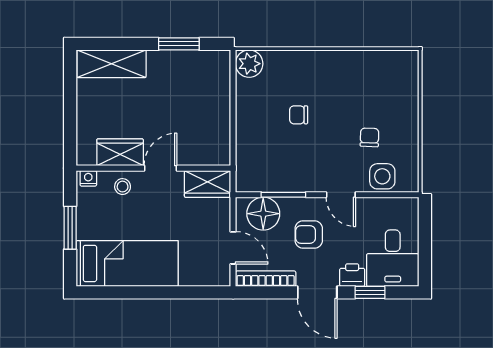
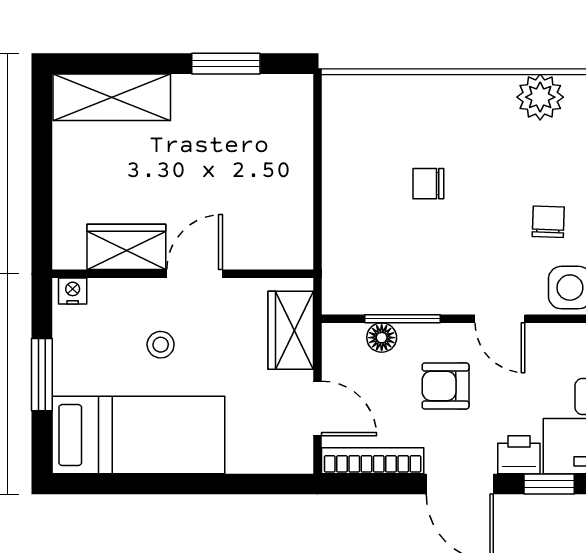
plant: (249, 64) -> (540, 97), moved
wardrobe: (208, 184) -> (291, 330), moved, turned 90
stool: (123, 187) -> (161, 345), moved
floor lamp: (263, 214) -> (382, 338), width x0.53, depth x0.53

